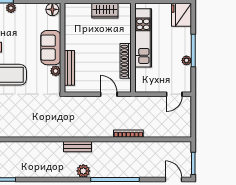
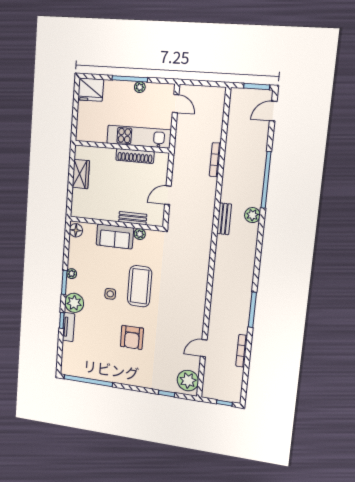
kitchen unit: (143, 38) -> (139, 137), moved
bench: (69, 68) -> (133, 218), width x0.73
door: (109, 94) -> (168, 195), moved

